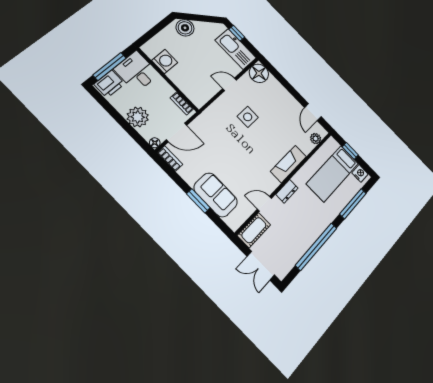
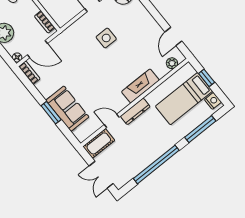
dresser: (287, 191) -> (135, 111), width x1.44

